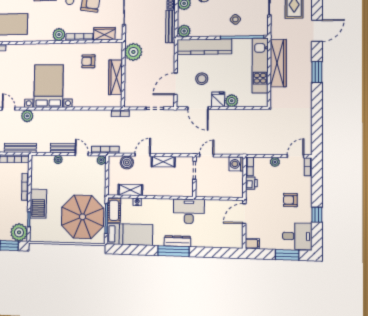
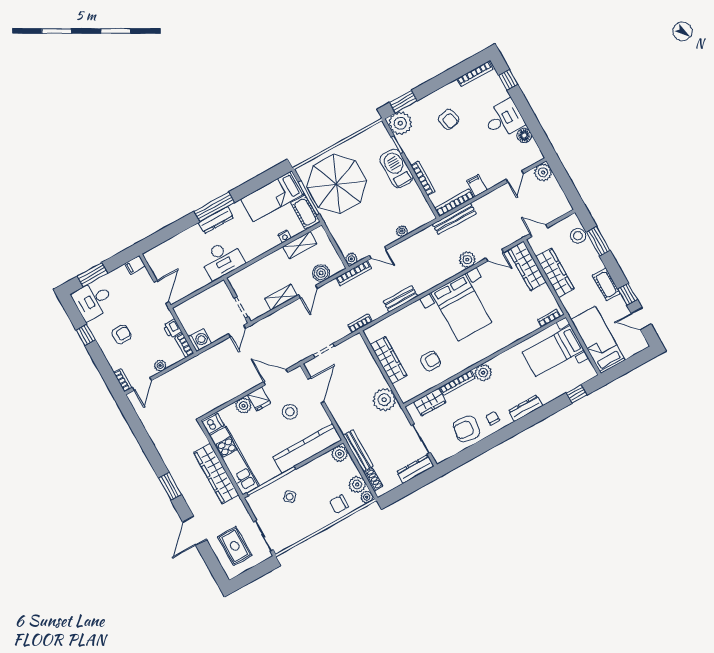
dishwasher: (260, 100) -> (213, 424), added
bench: (63, 148) -> (400, 299), moved

